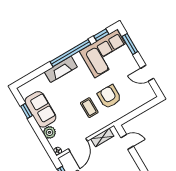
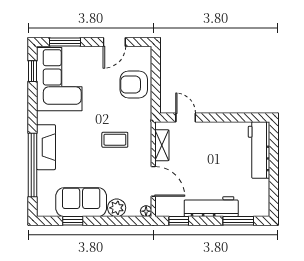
window: (71, 53) -> (33, 165), moved
armchair: (109, 97) -> (134, 84), moved
door: (127, 142) -> (186, 117), hinge flipped

